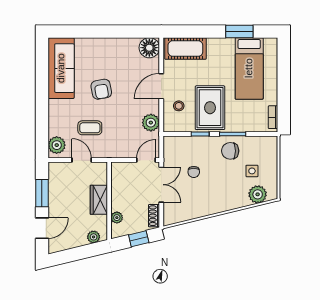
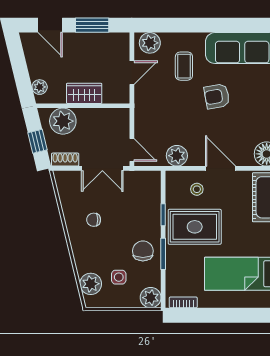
coffee table: (90, 128) -> (184, 66), moved
plant: (269, 144) -> (151, 298), added
chair: (194, 172) -> (94, 220), moved
plant: (117, 218) -> (63, 121), width x1.88, depth x1.88

